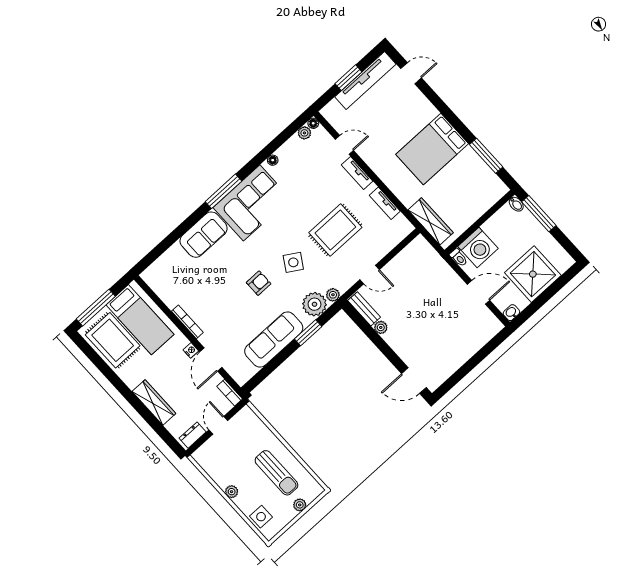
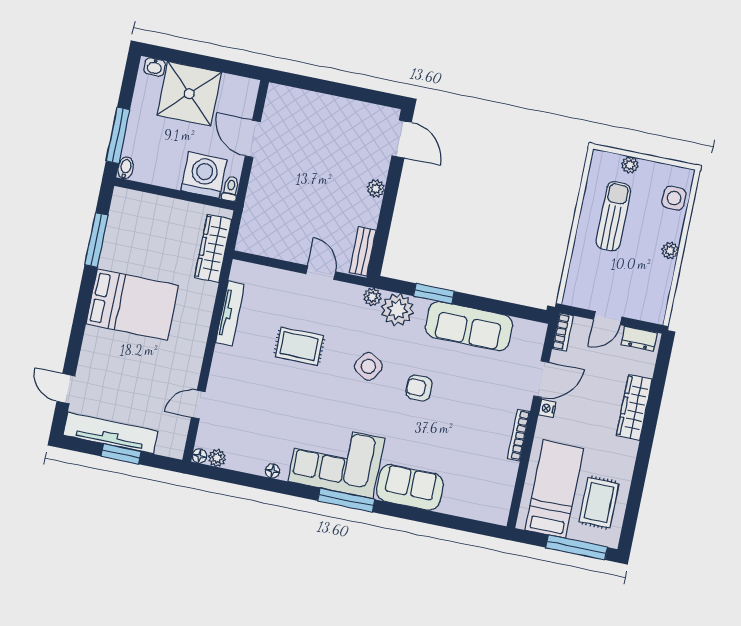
door: (344, 145) -> (198, 404), hinge flipped
tv unit: (357, 173) -> (219, 368), removed
tv unit: (385, 203) -> (230, 313), width x1.41
rug: (335, 230) -> (299, 346), width x0.73, depth x0.70
washbasin: (511, 313) -> (155, 67), moved
plant: (381, 327) -> (376, 189), moved
rug: (113, 340) -> (599, 503), width x0.73, depth x0.70

